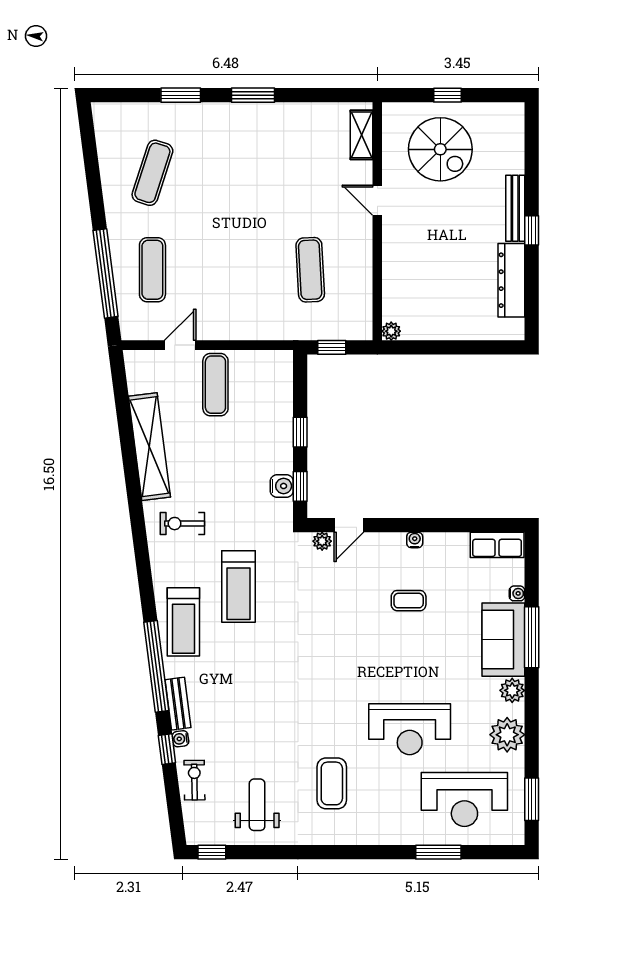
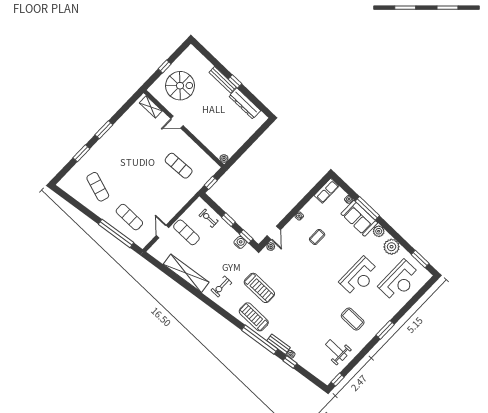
treadmill: (183, 622) -> (254, 317), turned 180
exercise bike: (194, 780) -> (209, 218), moved
window: (438, 852) -> (385, 330), moved

